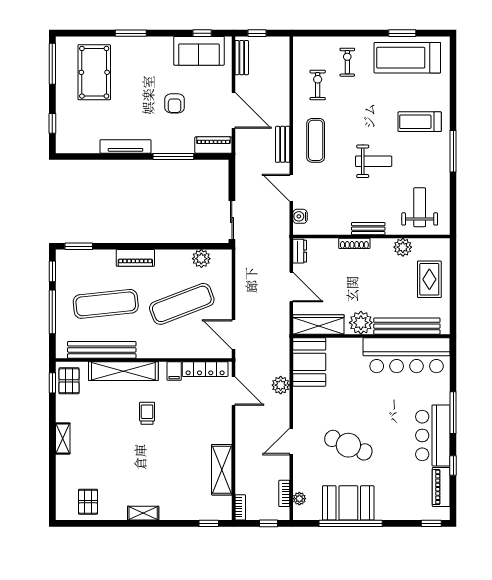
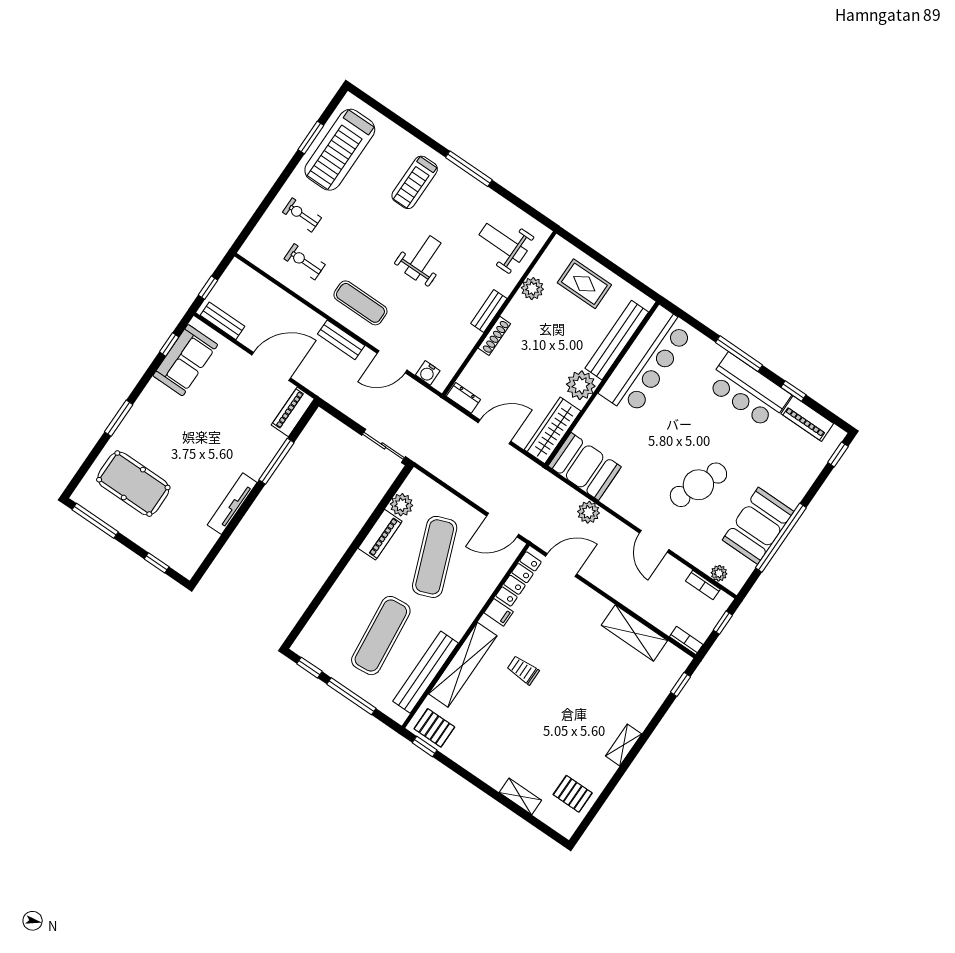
armchair: (175, 103) -> (222, 423), removed
window: (79, 246) -> (302, 623), removed
piano: (135, 258) -> (380, 535), moved
shelving: (63, 438) -> (520, 796), moved

